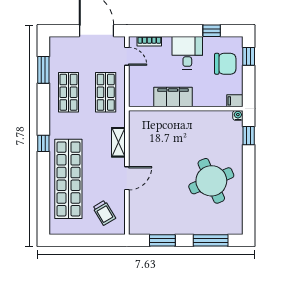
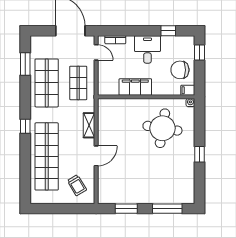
chair: (225, 64) -> (180, 70), moved, turned 180
shop shelf: (68, 92) -> (47, 83), width x1.43, depth x1.36
window: (249, 136) -> (200, 154), moved
round table: (211, 181) -> (162, 128), moved, turned 32

